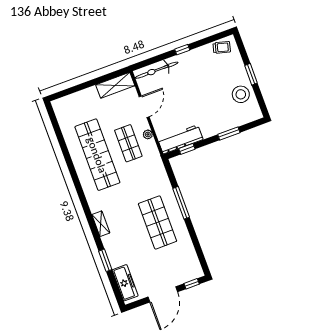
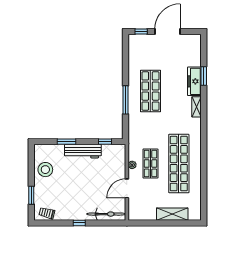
window: (251, 74) -> (31, 195), moved
shelving: (115, 85) -> (172, 214), moved
workbench: (180, 139) -> (83, 151), moved
freezer: (125, 283) -> (194, 81), moved

